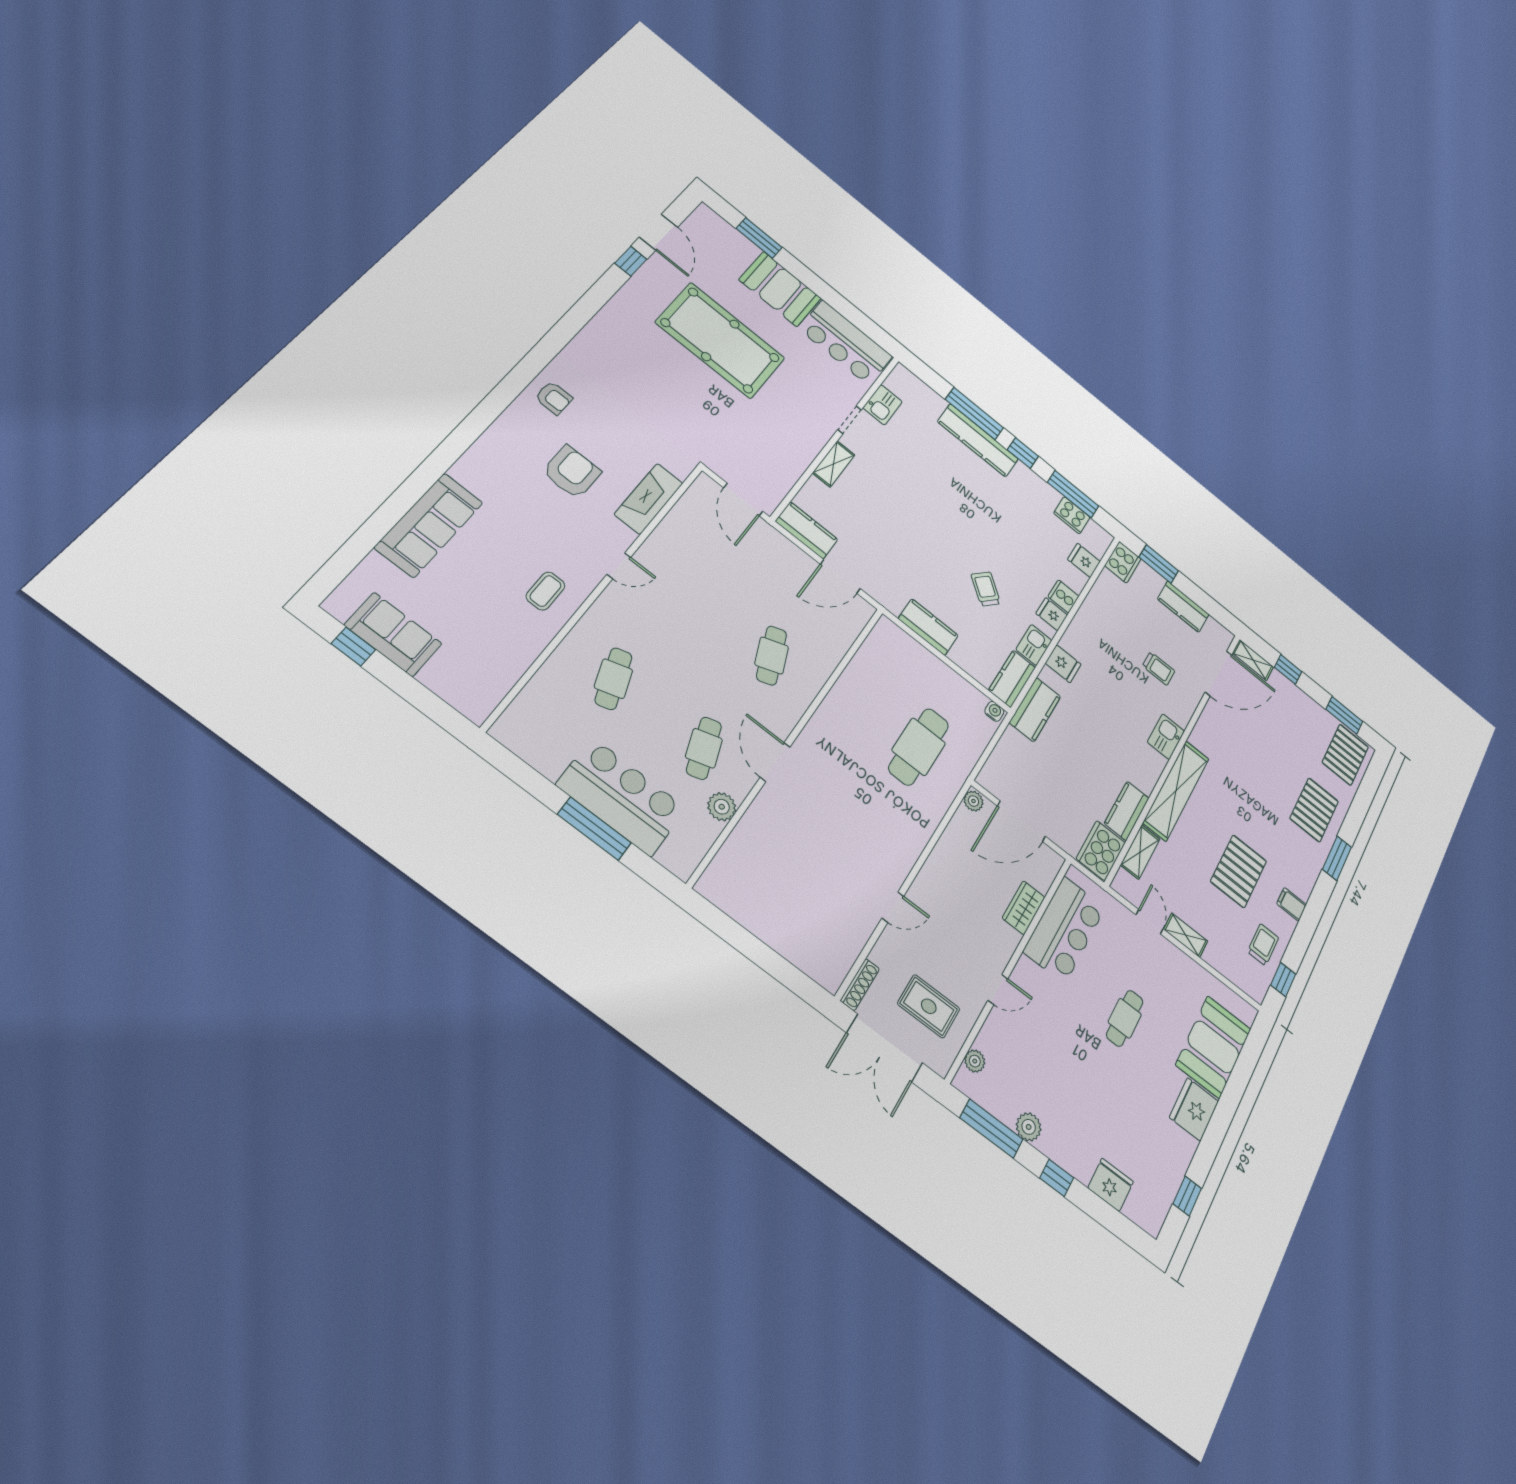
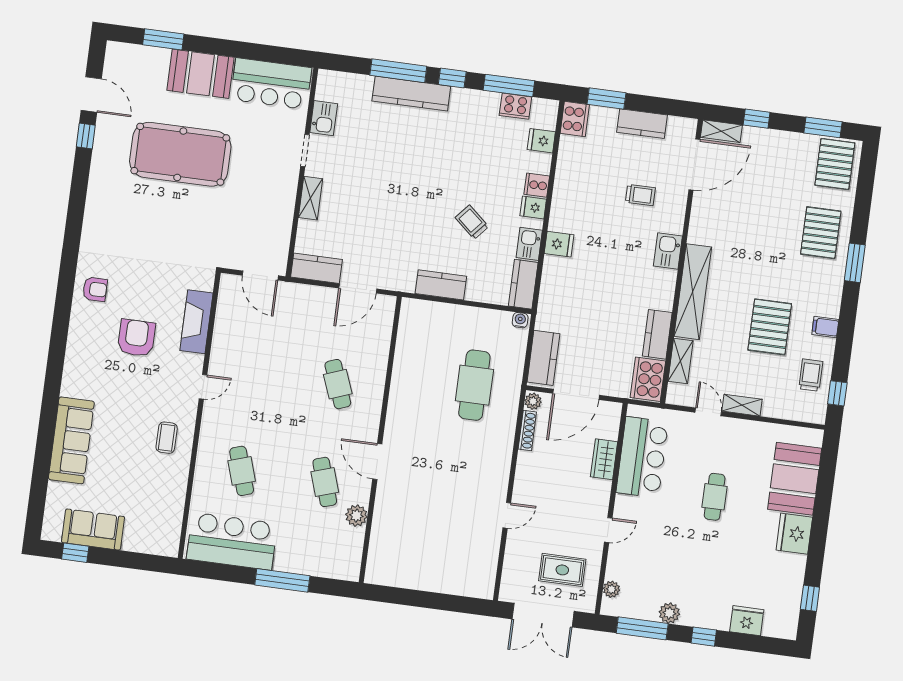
kitchen counter: (1035, 710) -> (543, 358), moved
bar counter: (621, 797) -> (232, 541), moved
shoe rack: (860, 985) -> (527, 430), moved

